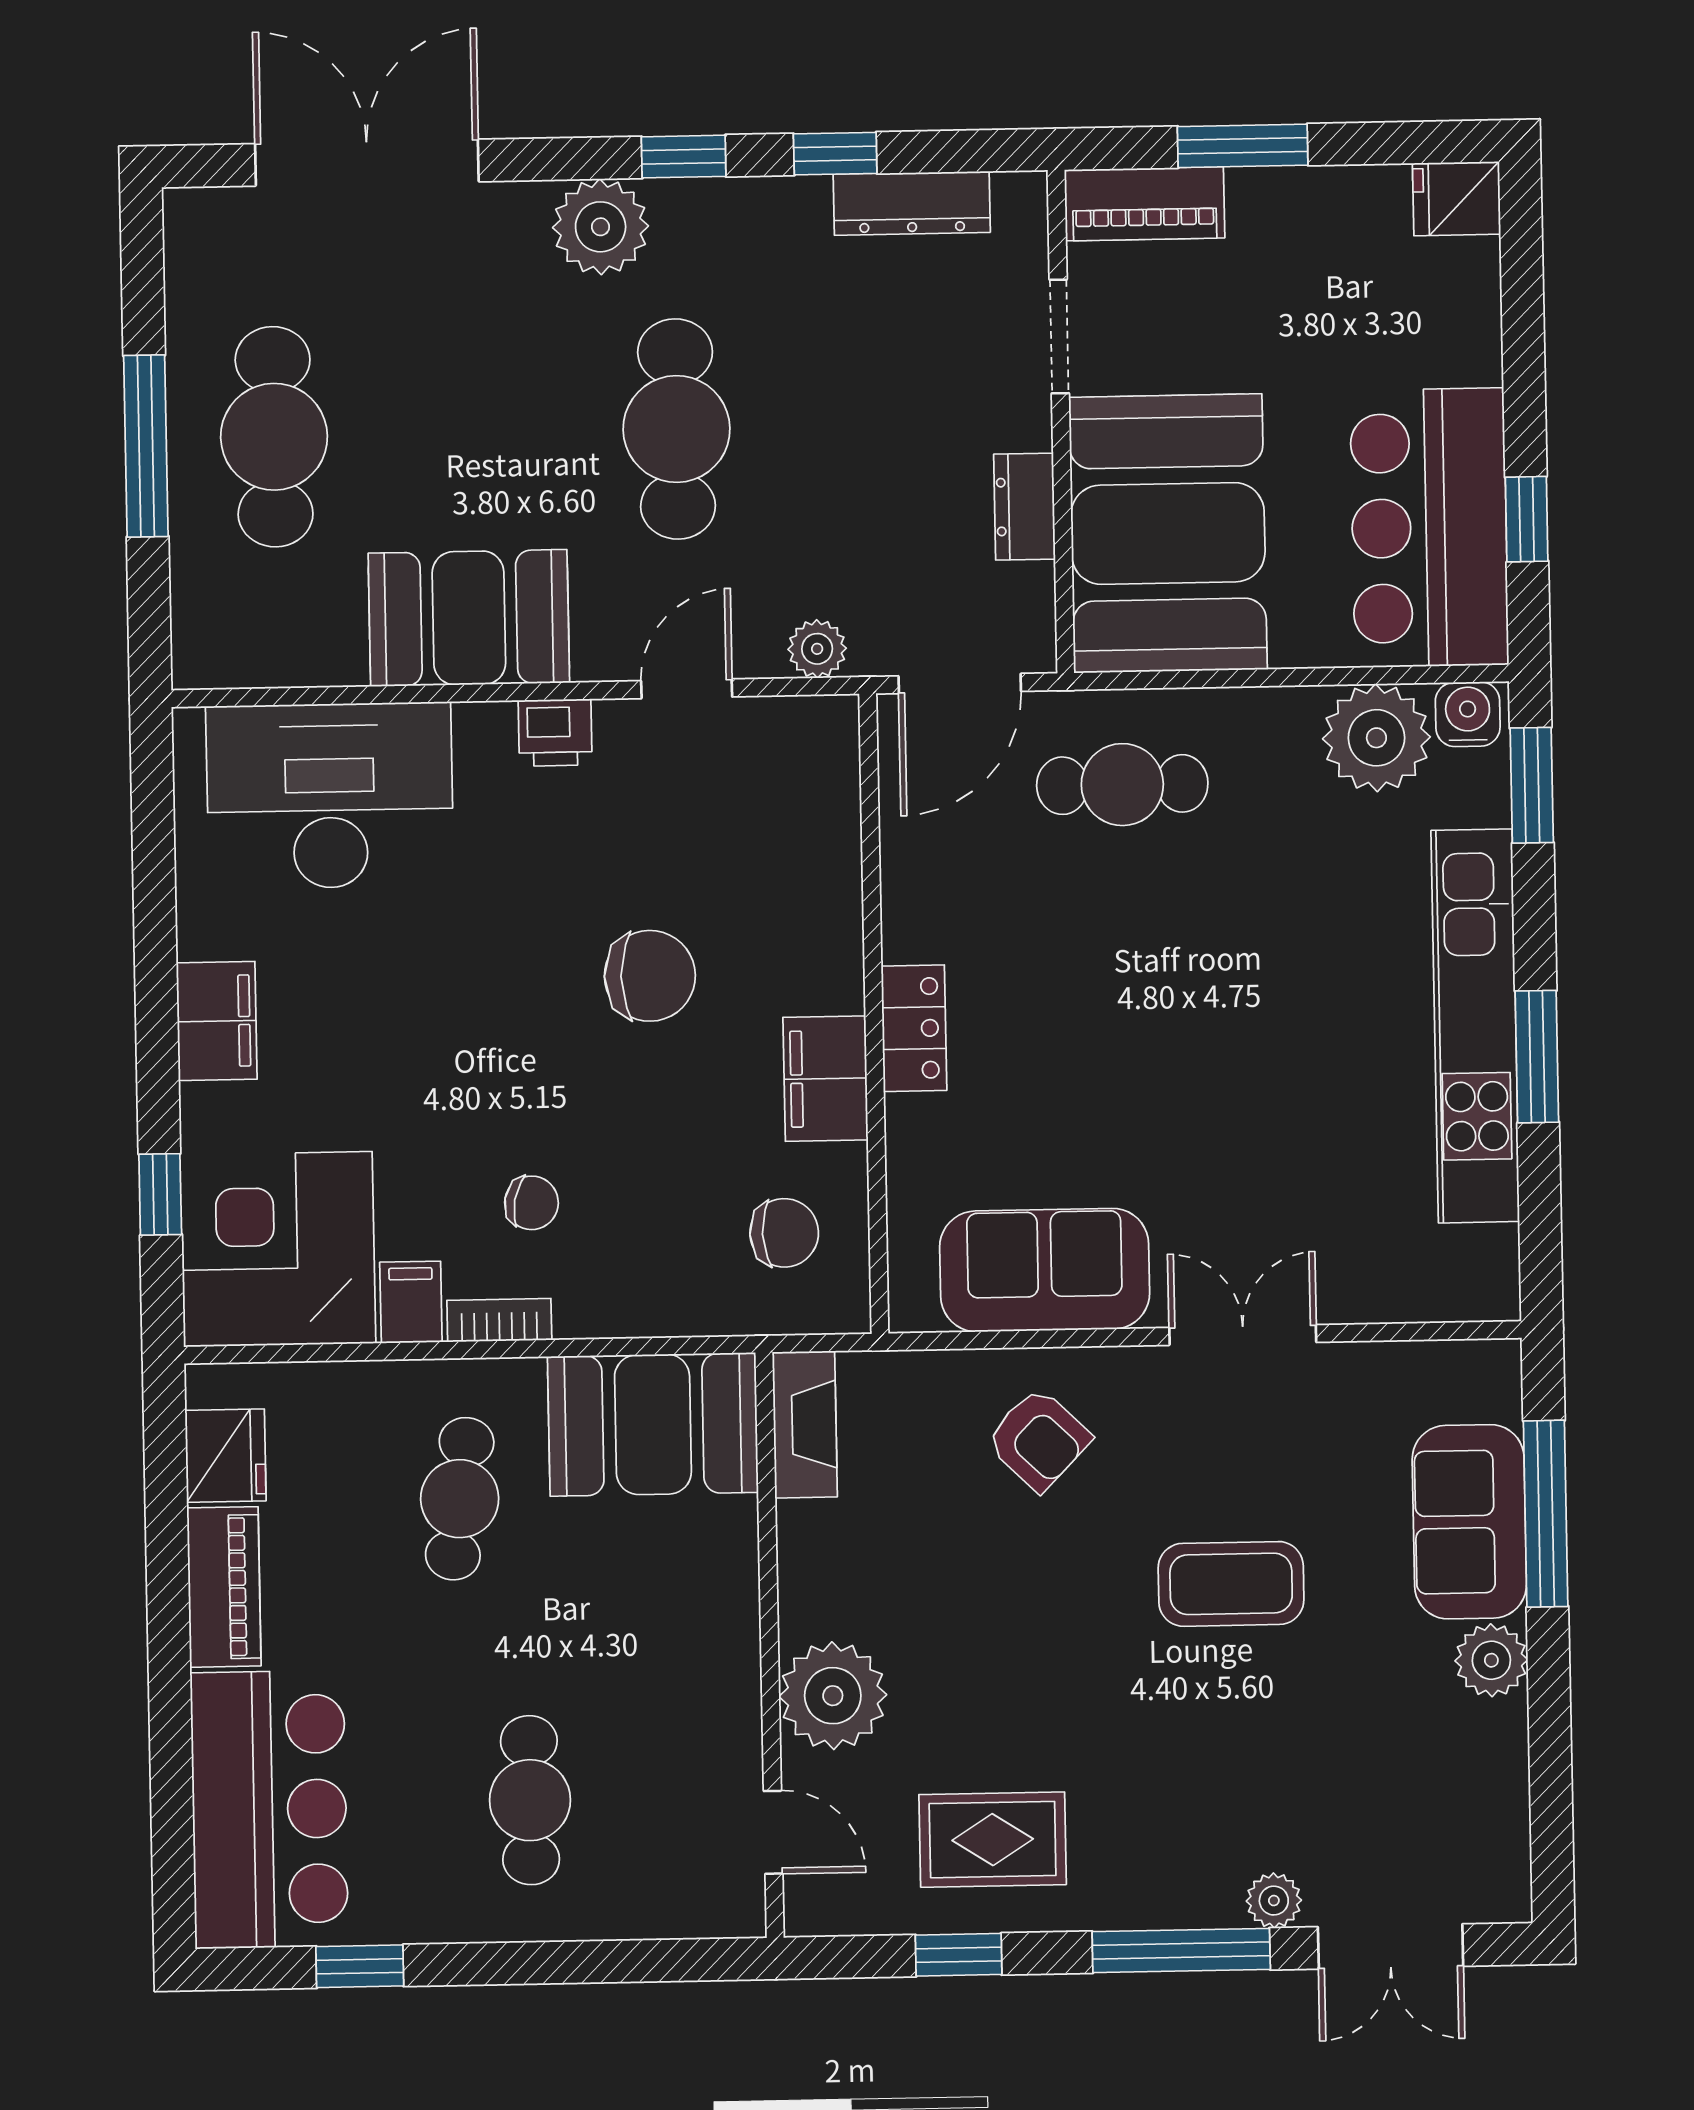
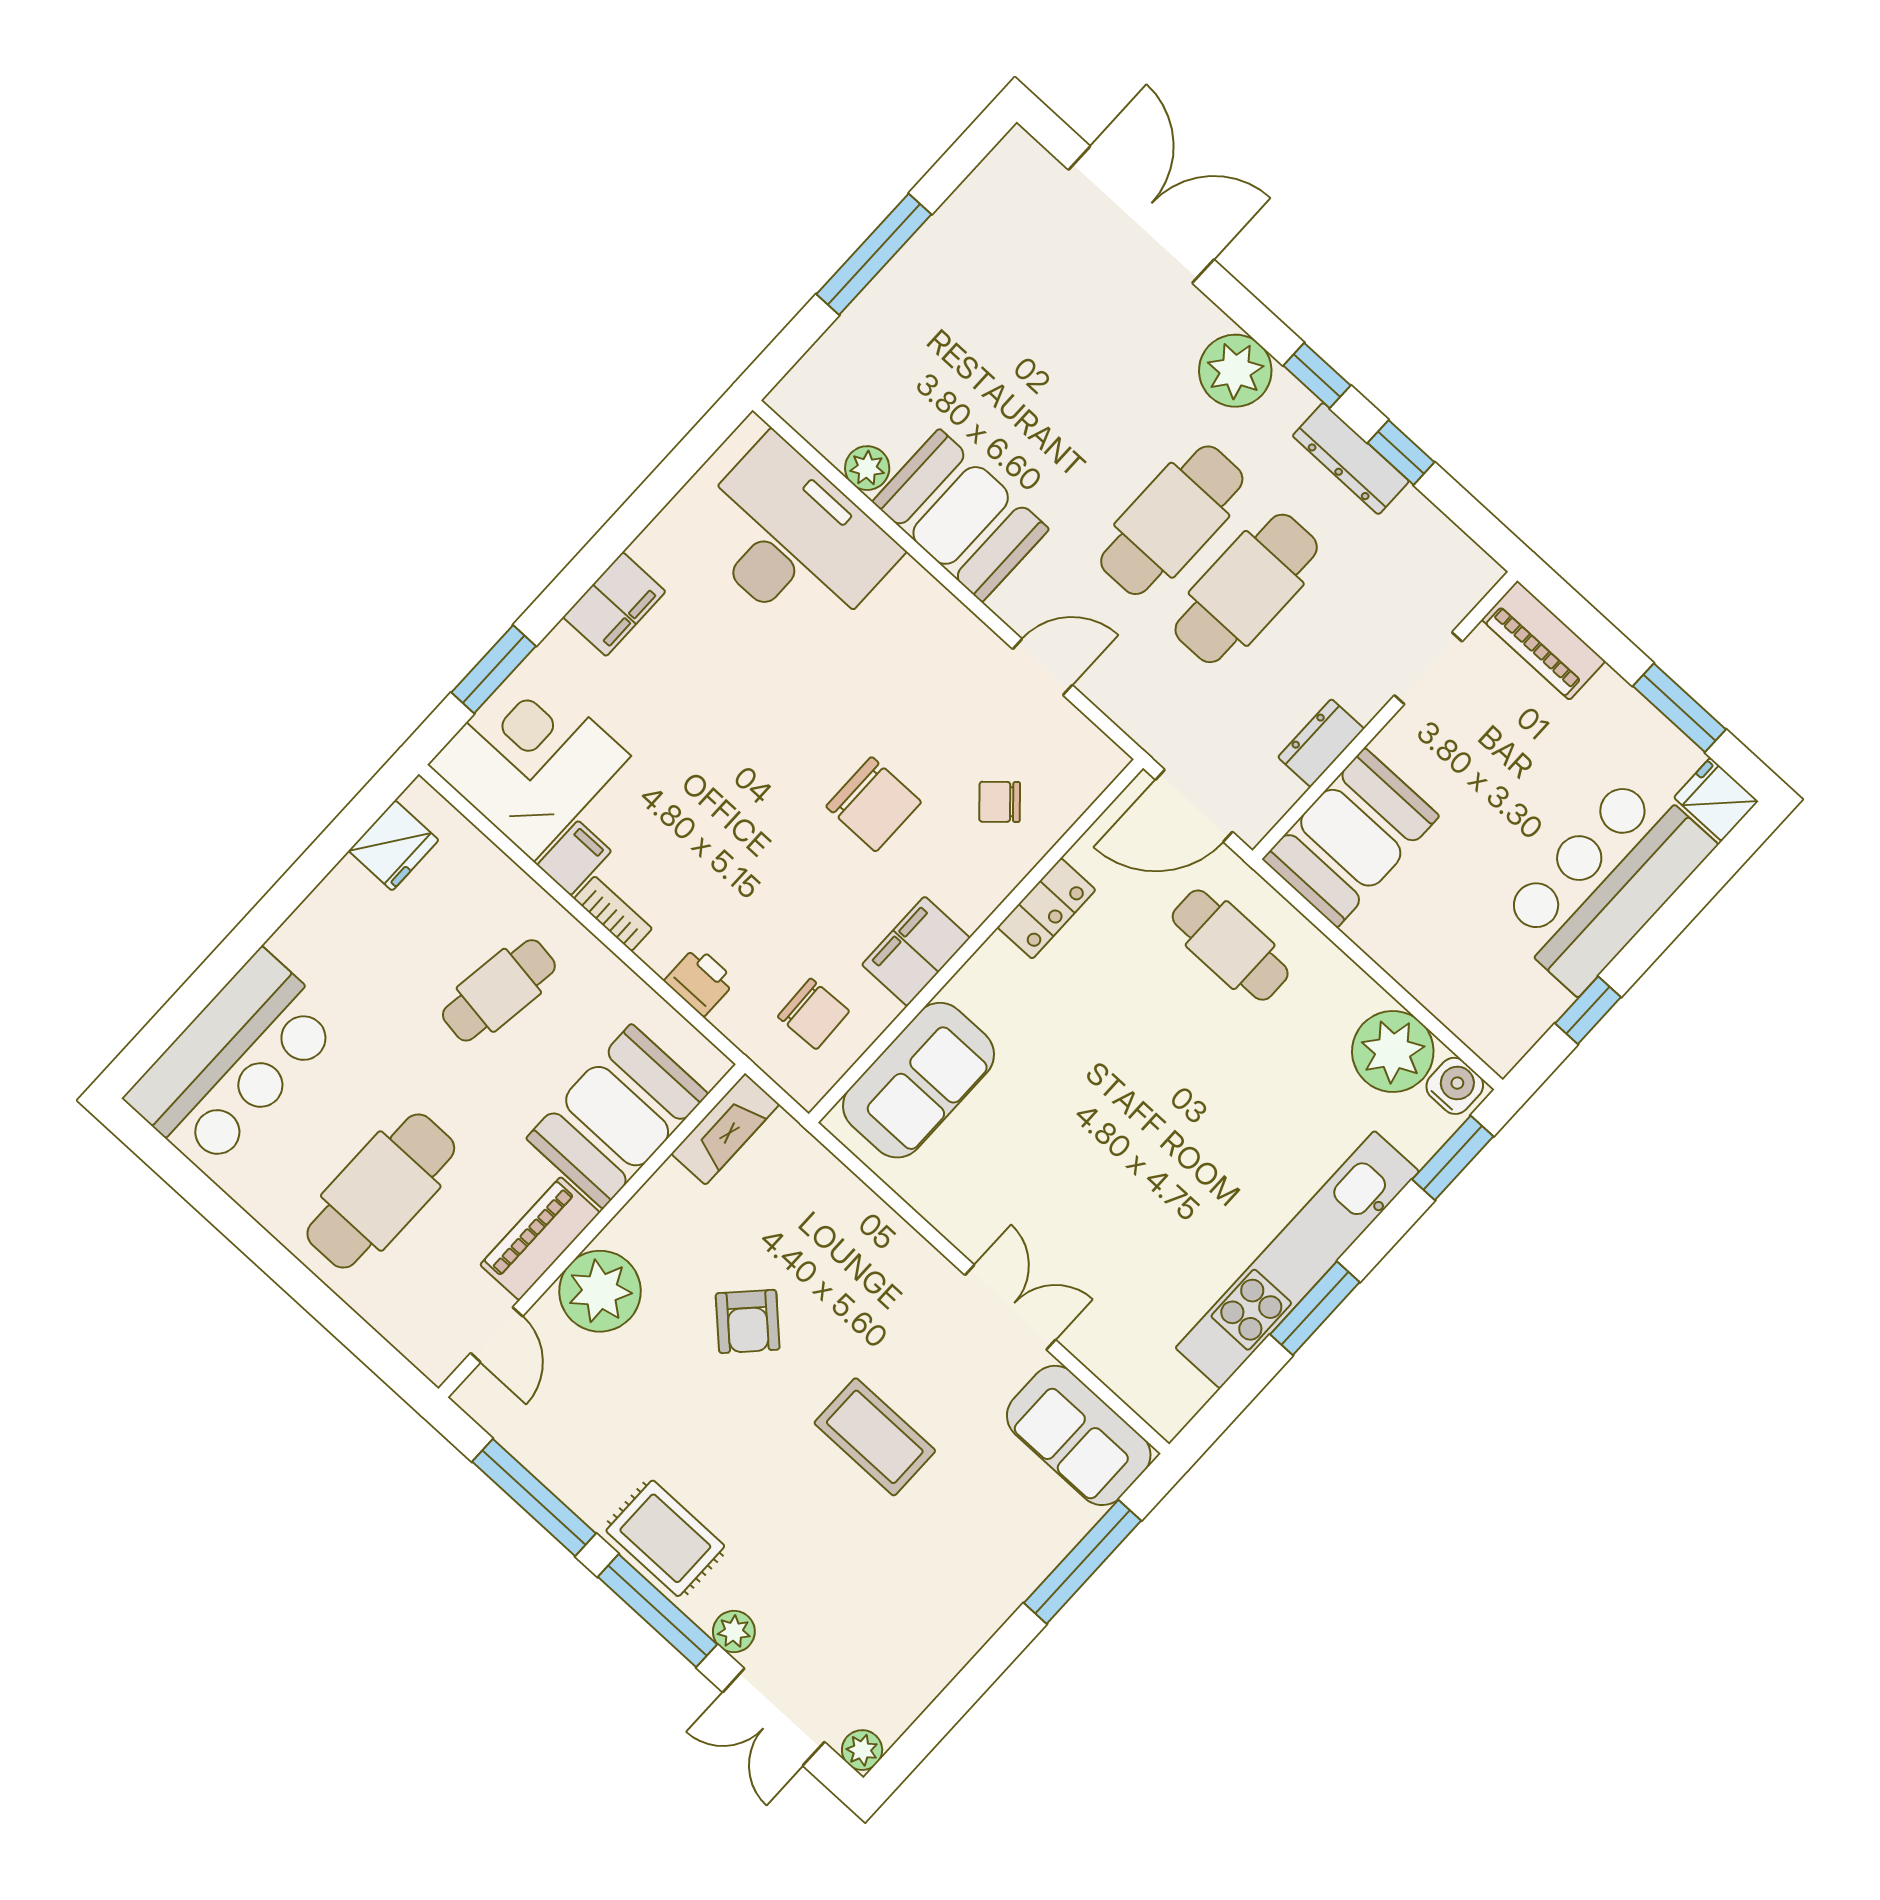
window: (1243, 146) -> (1679, 708), moved
dresser: (912, 203) -> (1351, 459), moved
cafe table: (274, 437) -> (1246, 588), moved
bar counter: (1429, 528) -> (1606, 882), moved
booth: (1168, 533) -> (1351, 838), width x0.73, depth x0.70
plant: (817, 649) -> (867, 468), moved
printer: (555, 733) -> (700, 981), moved, turned 180
locker: (914, 1028) -> (1046, 908), moved
window: (160, 1194) -> (494, 669), width x1.50
chair: (532, 1203) -> (1000, 802), moved, turned 127
sofa: (1045, 1270) -> (918, 1080), moved, turned 90
booth: (653, 1424) -> (617, 1116), moved, turned 90
armchair: (1038, 1439) -> (748, 1321), moved
sofa: (1469, 1522) -> (1079, 1435), moved, turned -90
piano: (224, 1587) -> (540, 1239), moved, turned 180
plant: (1491, 1660) -> (862, 1750), moved, width x0.73, depth x0.73
cafe table: (530, 1800) -> (381, 1191), width x1.37, depth x1.35
rug: (993, 1840) -> (665, 1538), moved
window: (959, 1955) -> (534, 1498), width x2.17
window: (360, 1966) -> (202, 1193), removed

